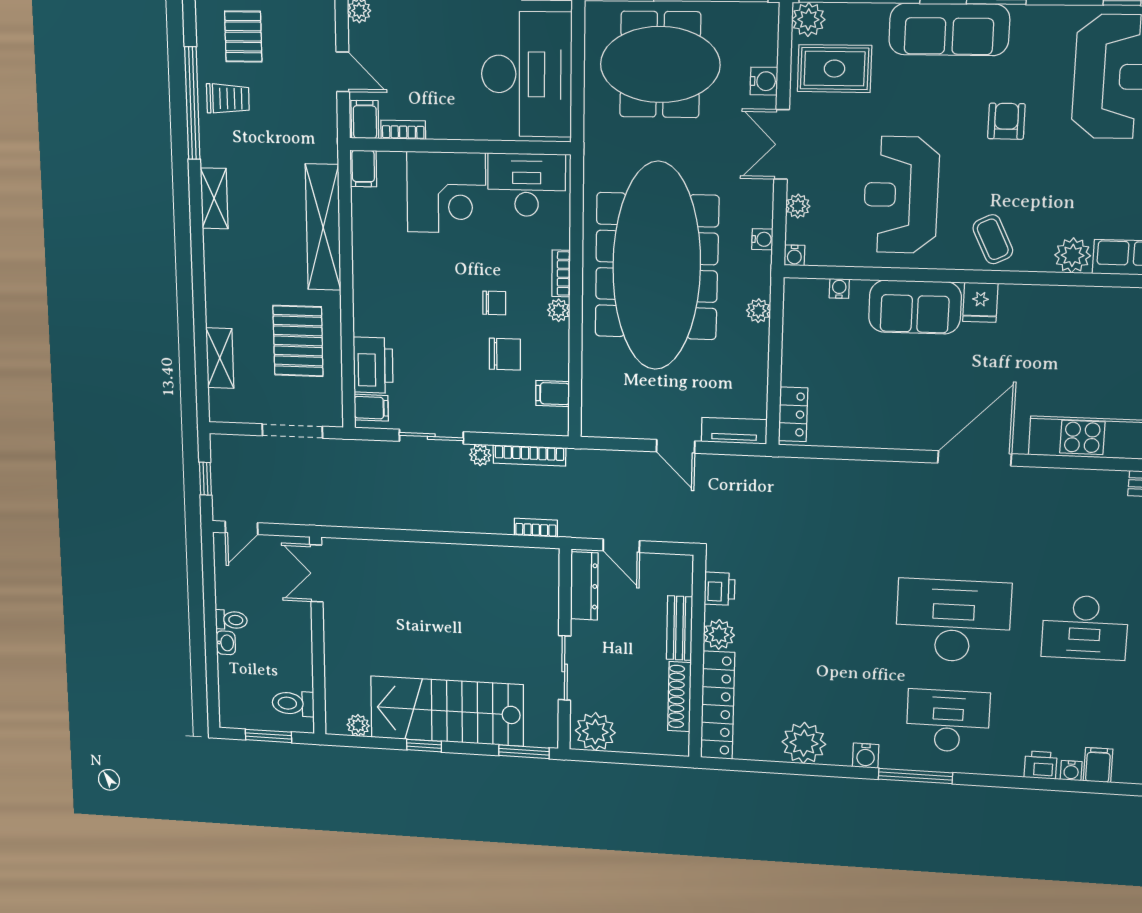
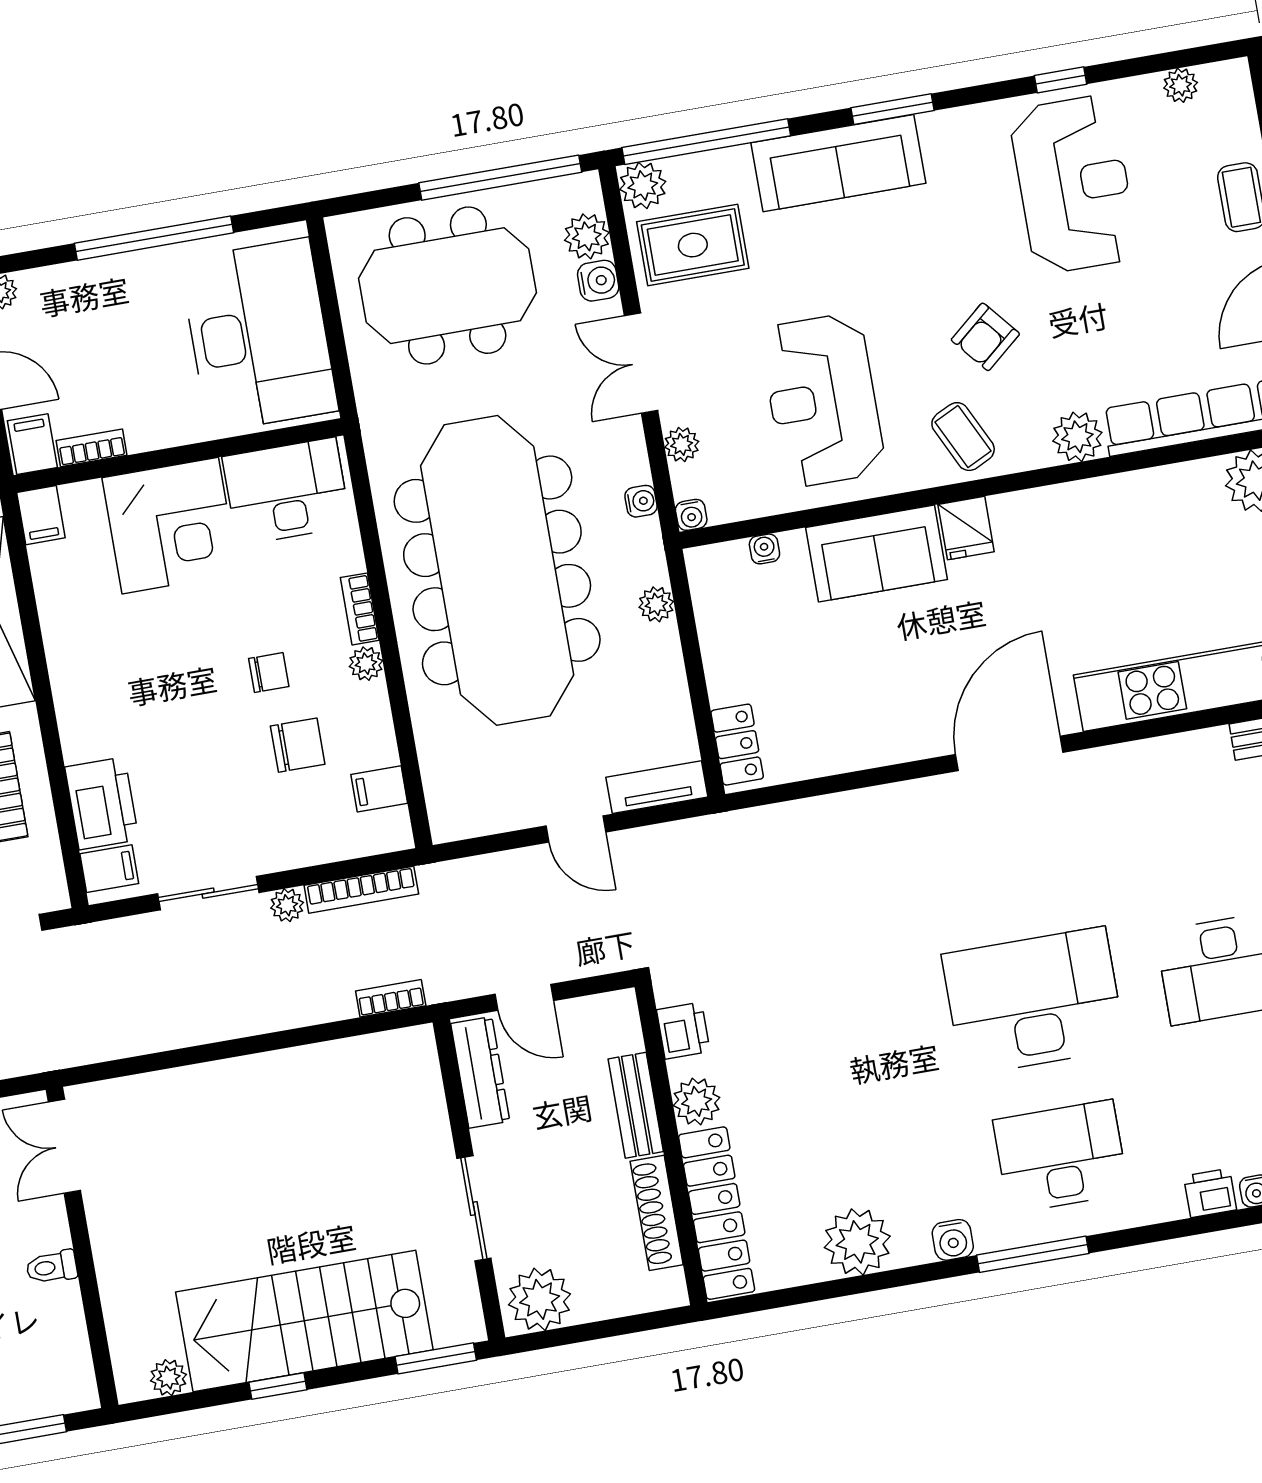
plant: (762, 48) -> (587, 236), added
armchair: (1006, 121) -> (985, 337), moved, turned -130
toilet: (293, 703) -> (52, 1267), moved, width x0.73, depth x0.72

